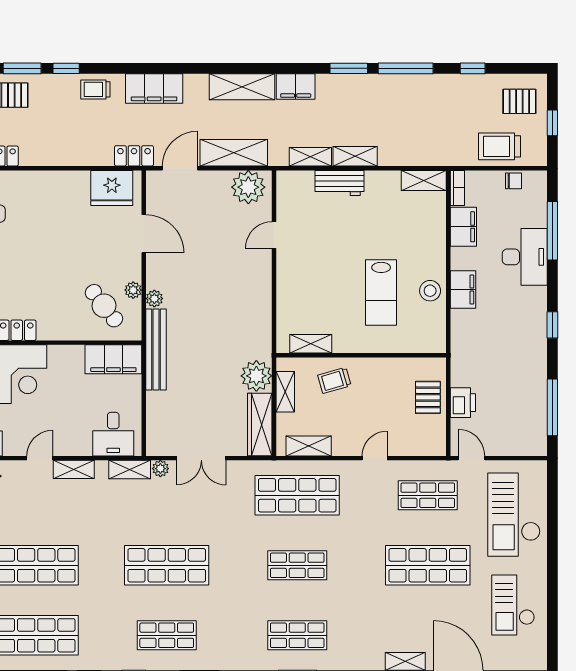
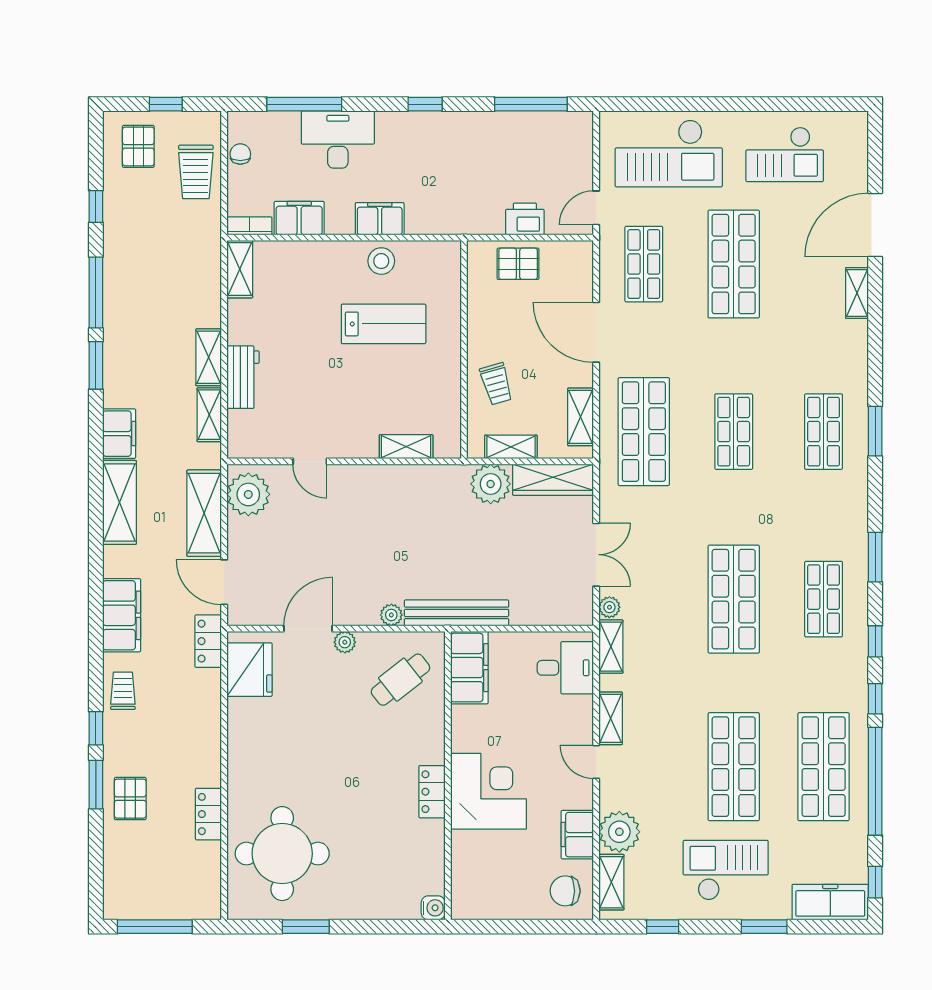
trolley: (95, 89) -> (123, 691), turned 180
plant: (133, 290) -> (345, 642), moved
shelving: (311, 344) -> (406, 447), moved, turned 90
door: (375, 458) -> (596, 332), width x1.88

